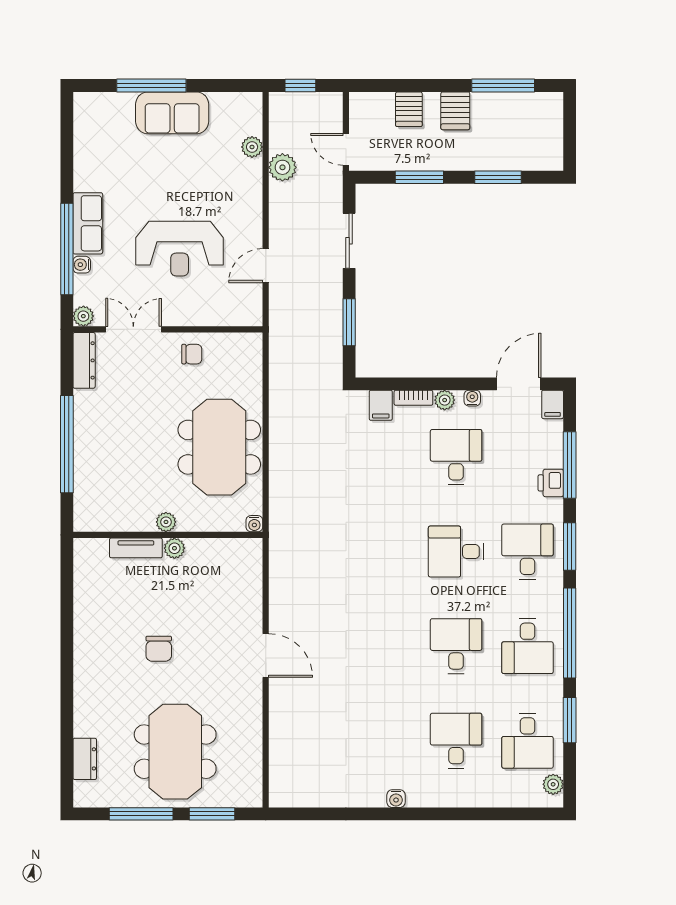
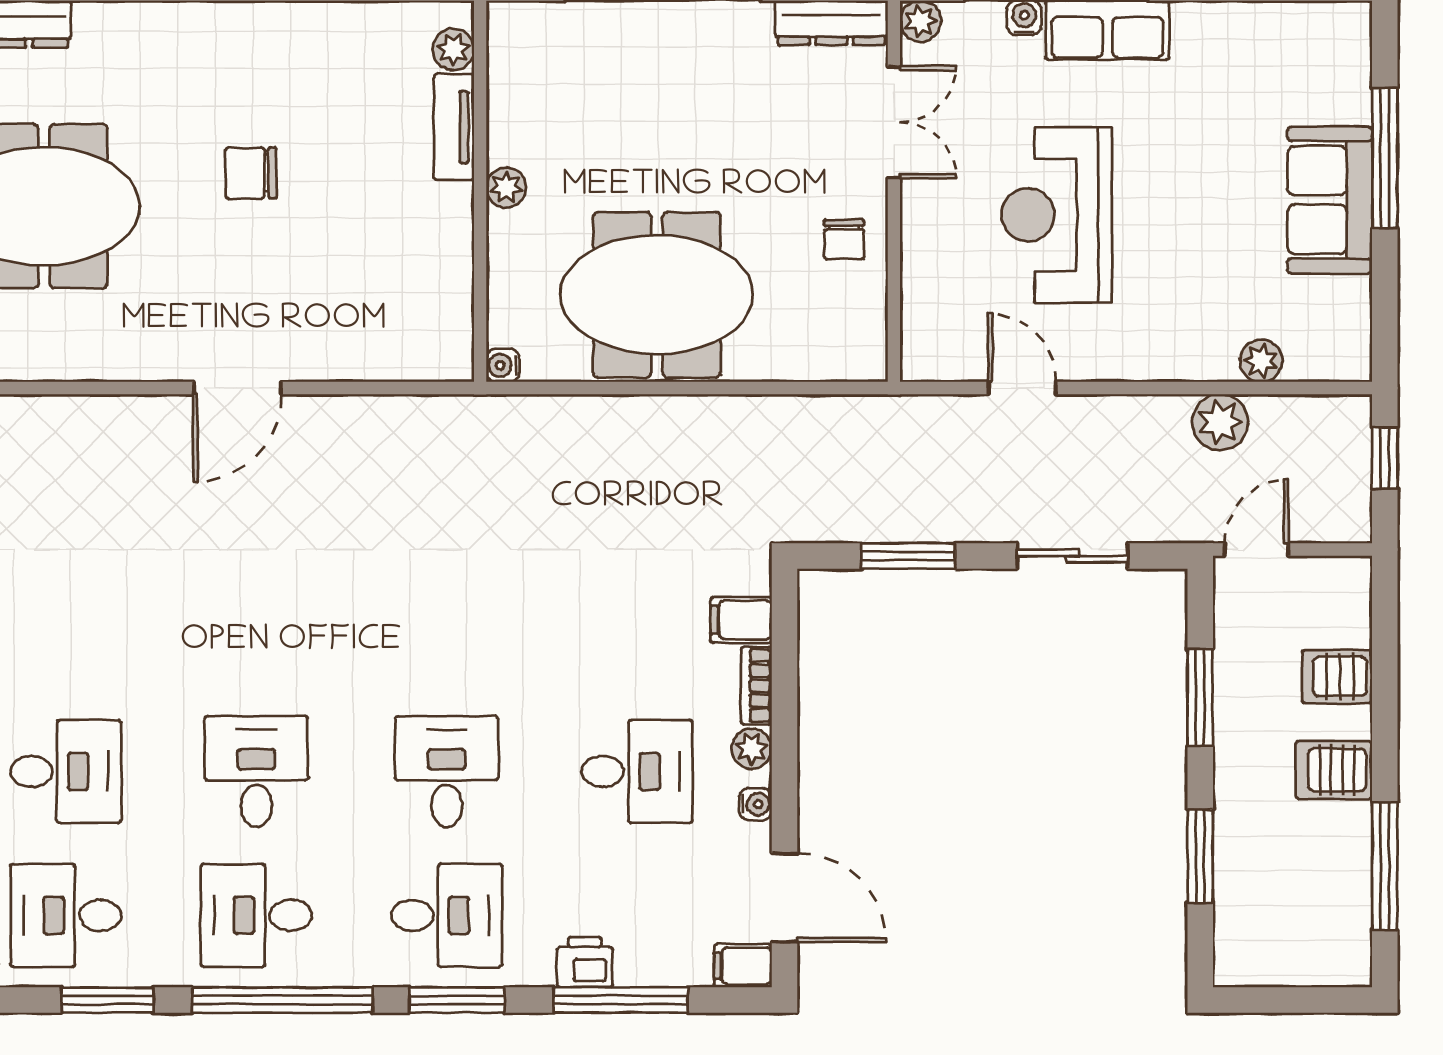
plant: (174, 548) -> (453, 49), moved
desk: (456, 646) -> (256, 771), turned -90

